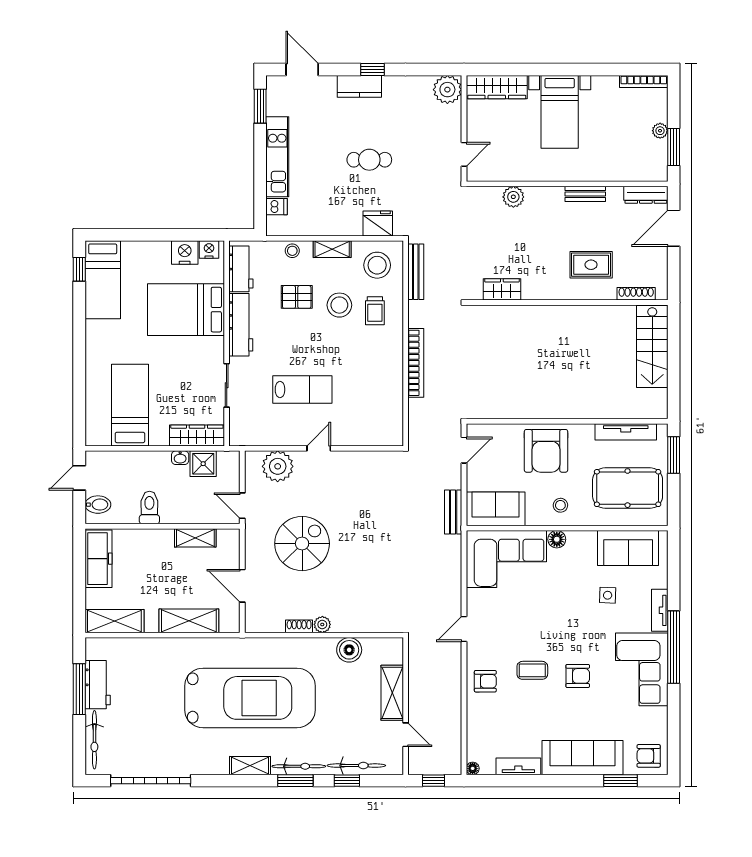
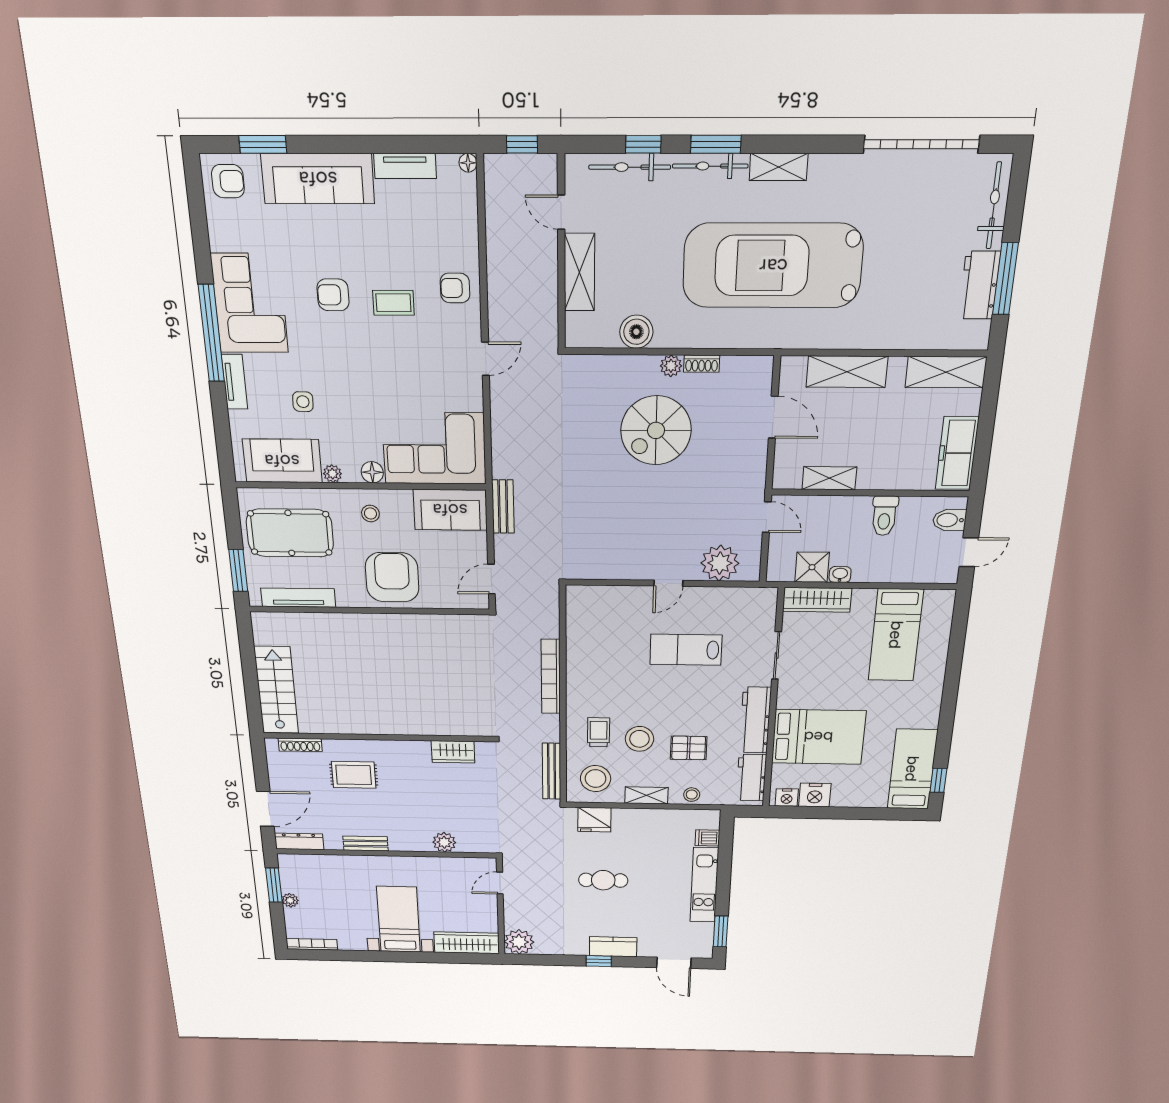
plant: (589, 538) -> (332, 474), added
spiral stairs: (302, 544) -> (656, 430), moved

